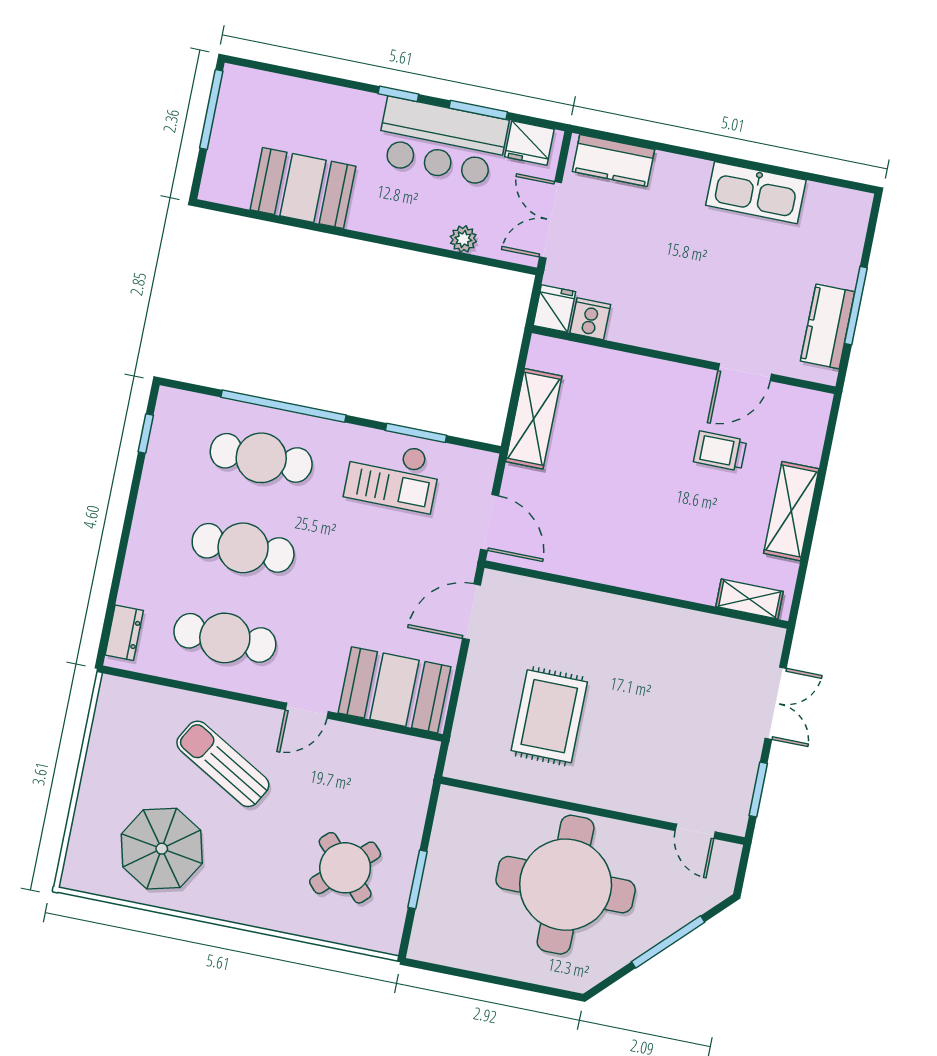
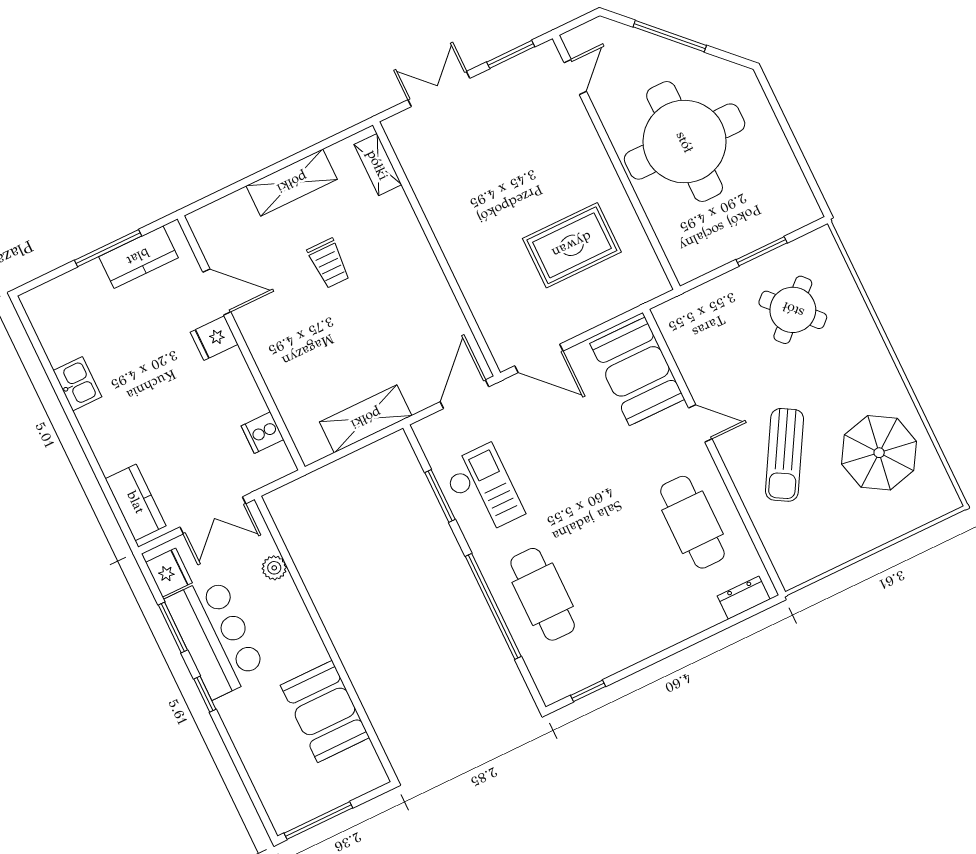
kitchen sink: (756, 193) -> (77, 384), width x0.53, depth x0.81
fridge: (554, 309) -> (214, 338), moved
trolley: (720, 451) -> (329, 263), moved
cafe table: (243, 548) -> (618, 558), removed

